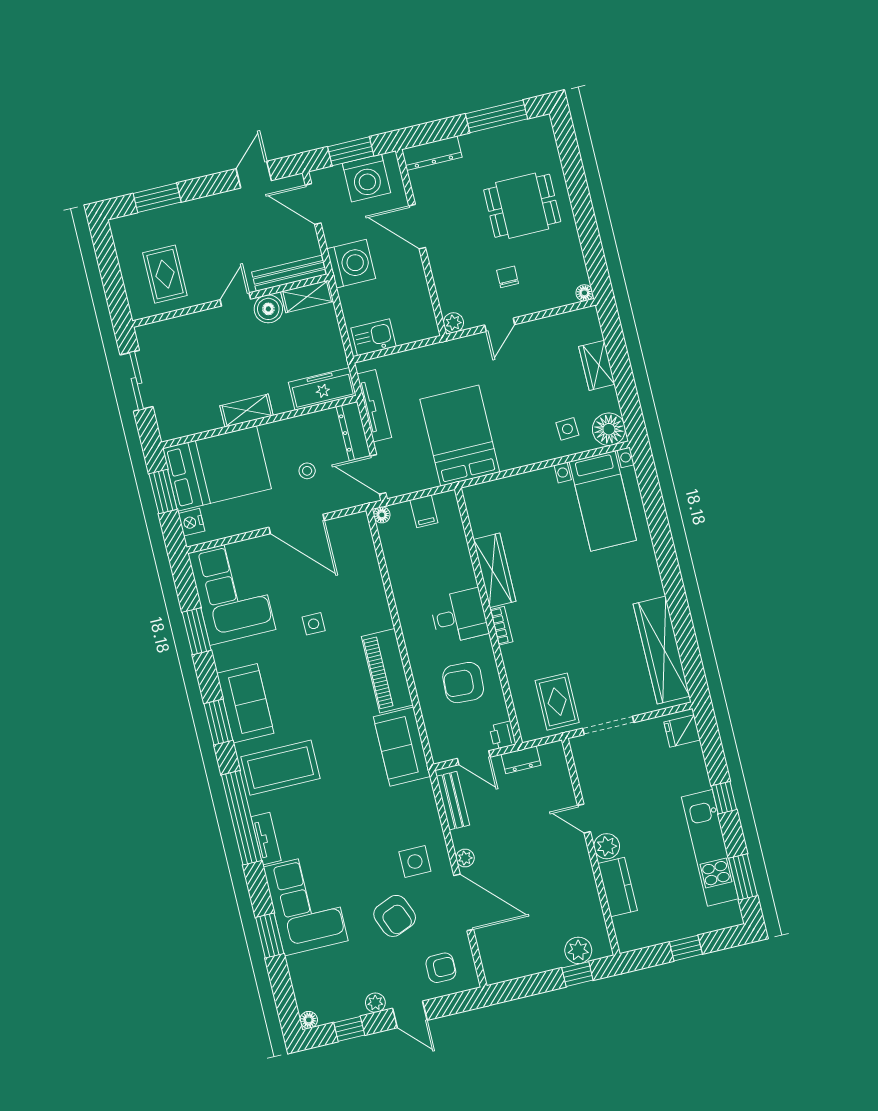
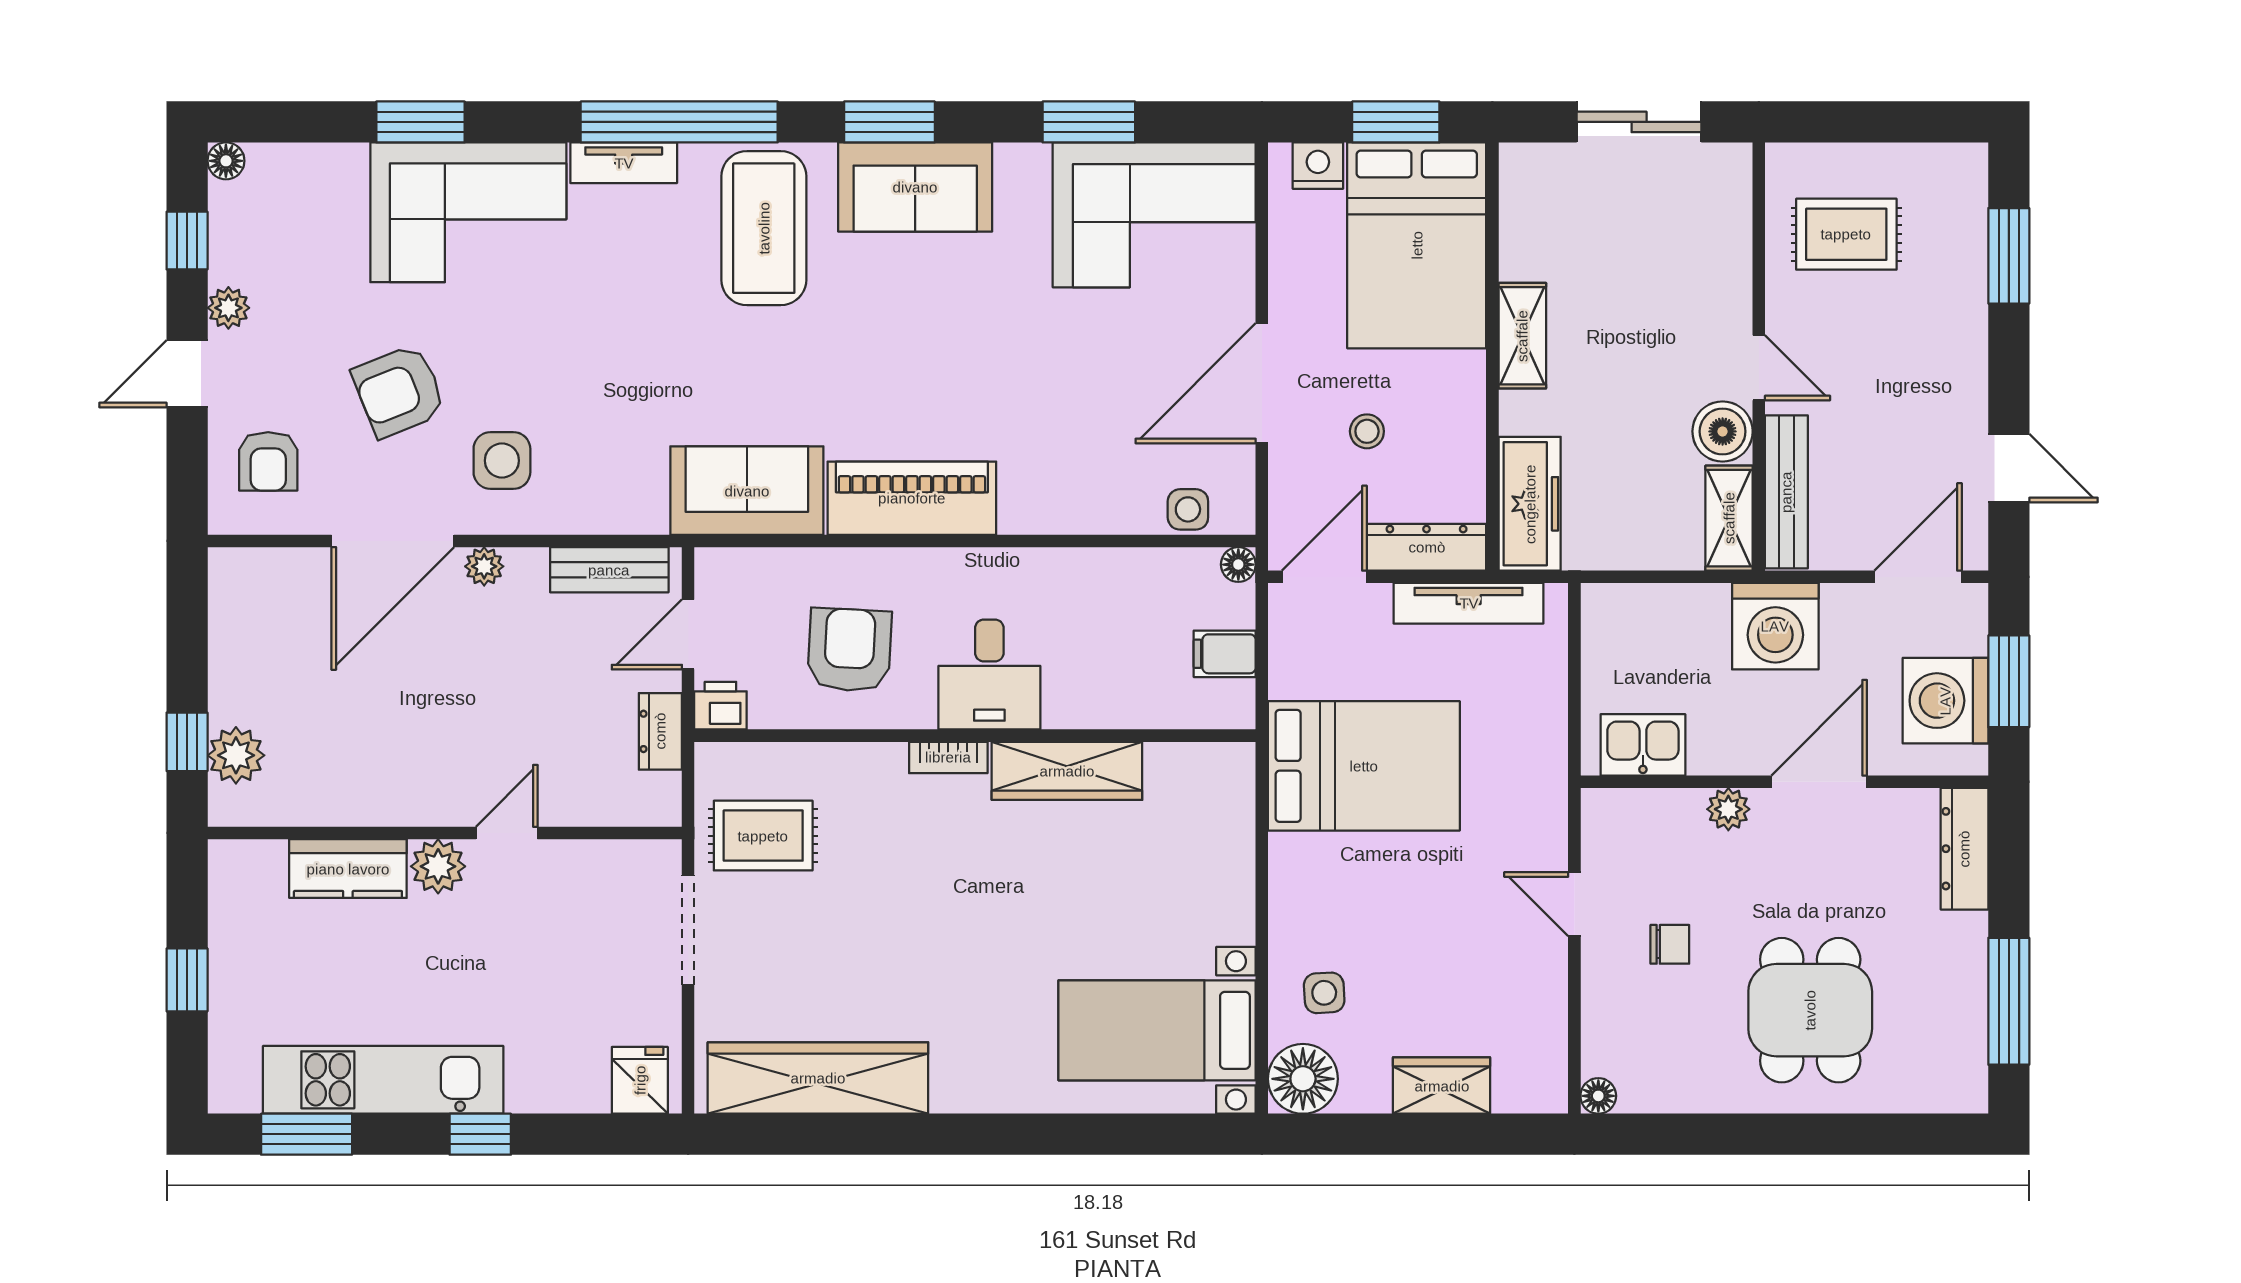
plant: (453, 323) -> (1728, 809), moved
kitchen sink: (373, 337) -> (1643, 745), moved, turned -90
side table: (314, 624) -> (1188, 509), moved

